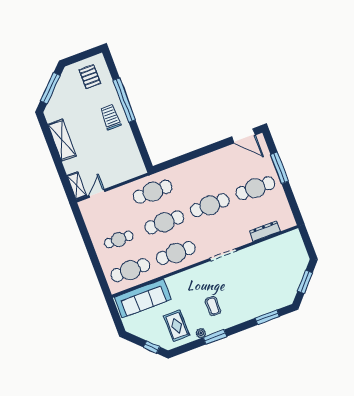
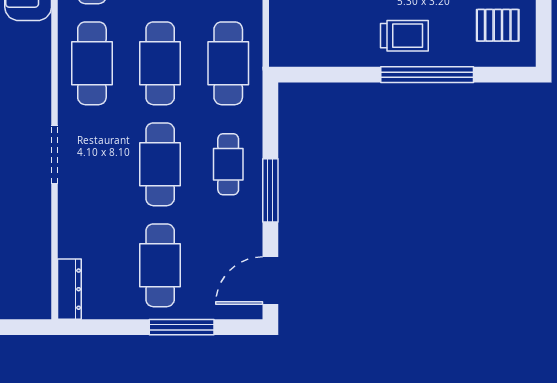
window: (203, 151) -> (270, 190), added
cafe table: (198, 175) -> (228, 164), added
dresser: (265, 231) -> (69, 289), moved

